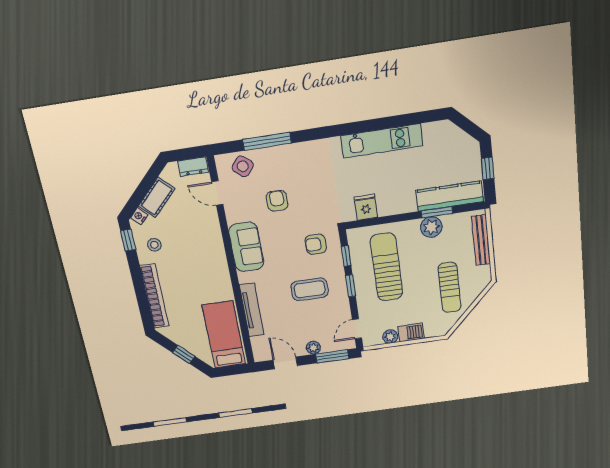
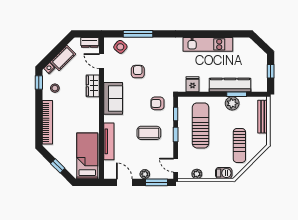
kitchen counter: (450, 196) -> (230, 85), moved
wardrobe: (211, 233) -> (93, 86), added
door: (357, 329) -> (176, 165), hinge flipped
barbecue: (411, 332) -> (224, 173), moved

